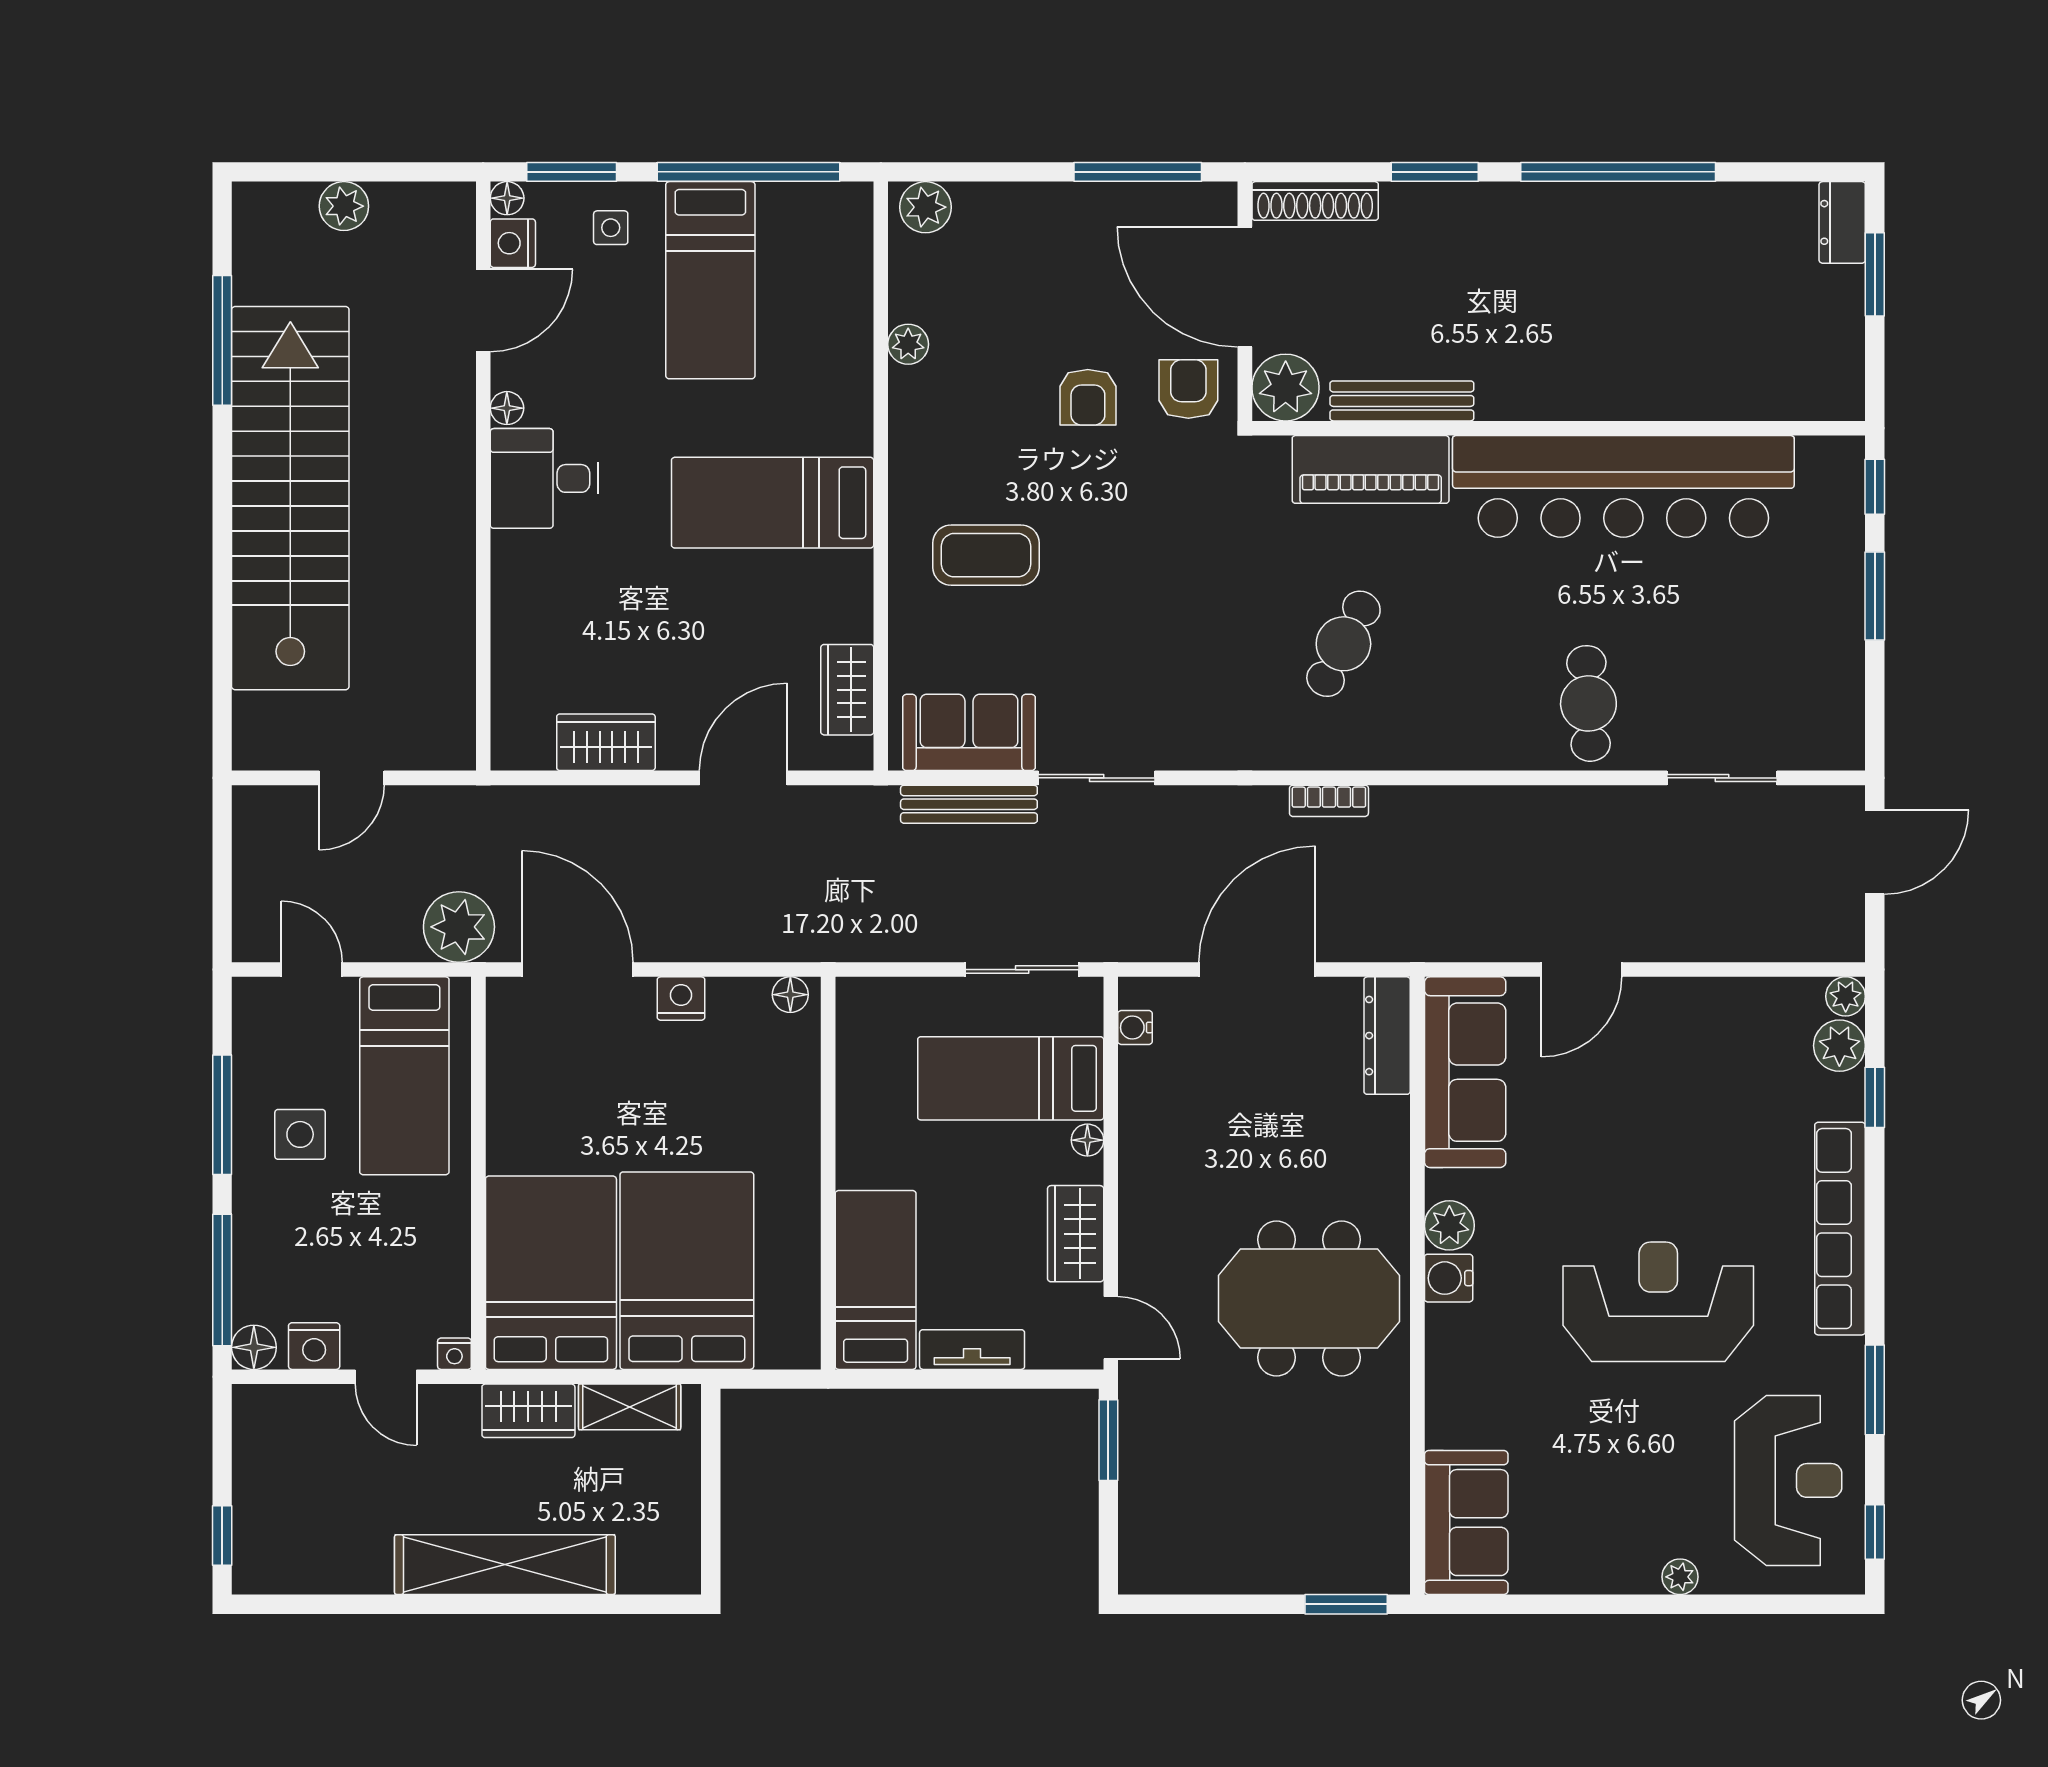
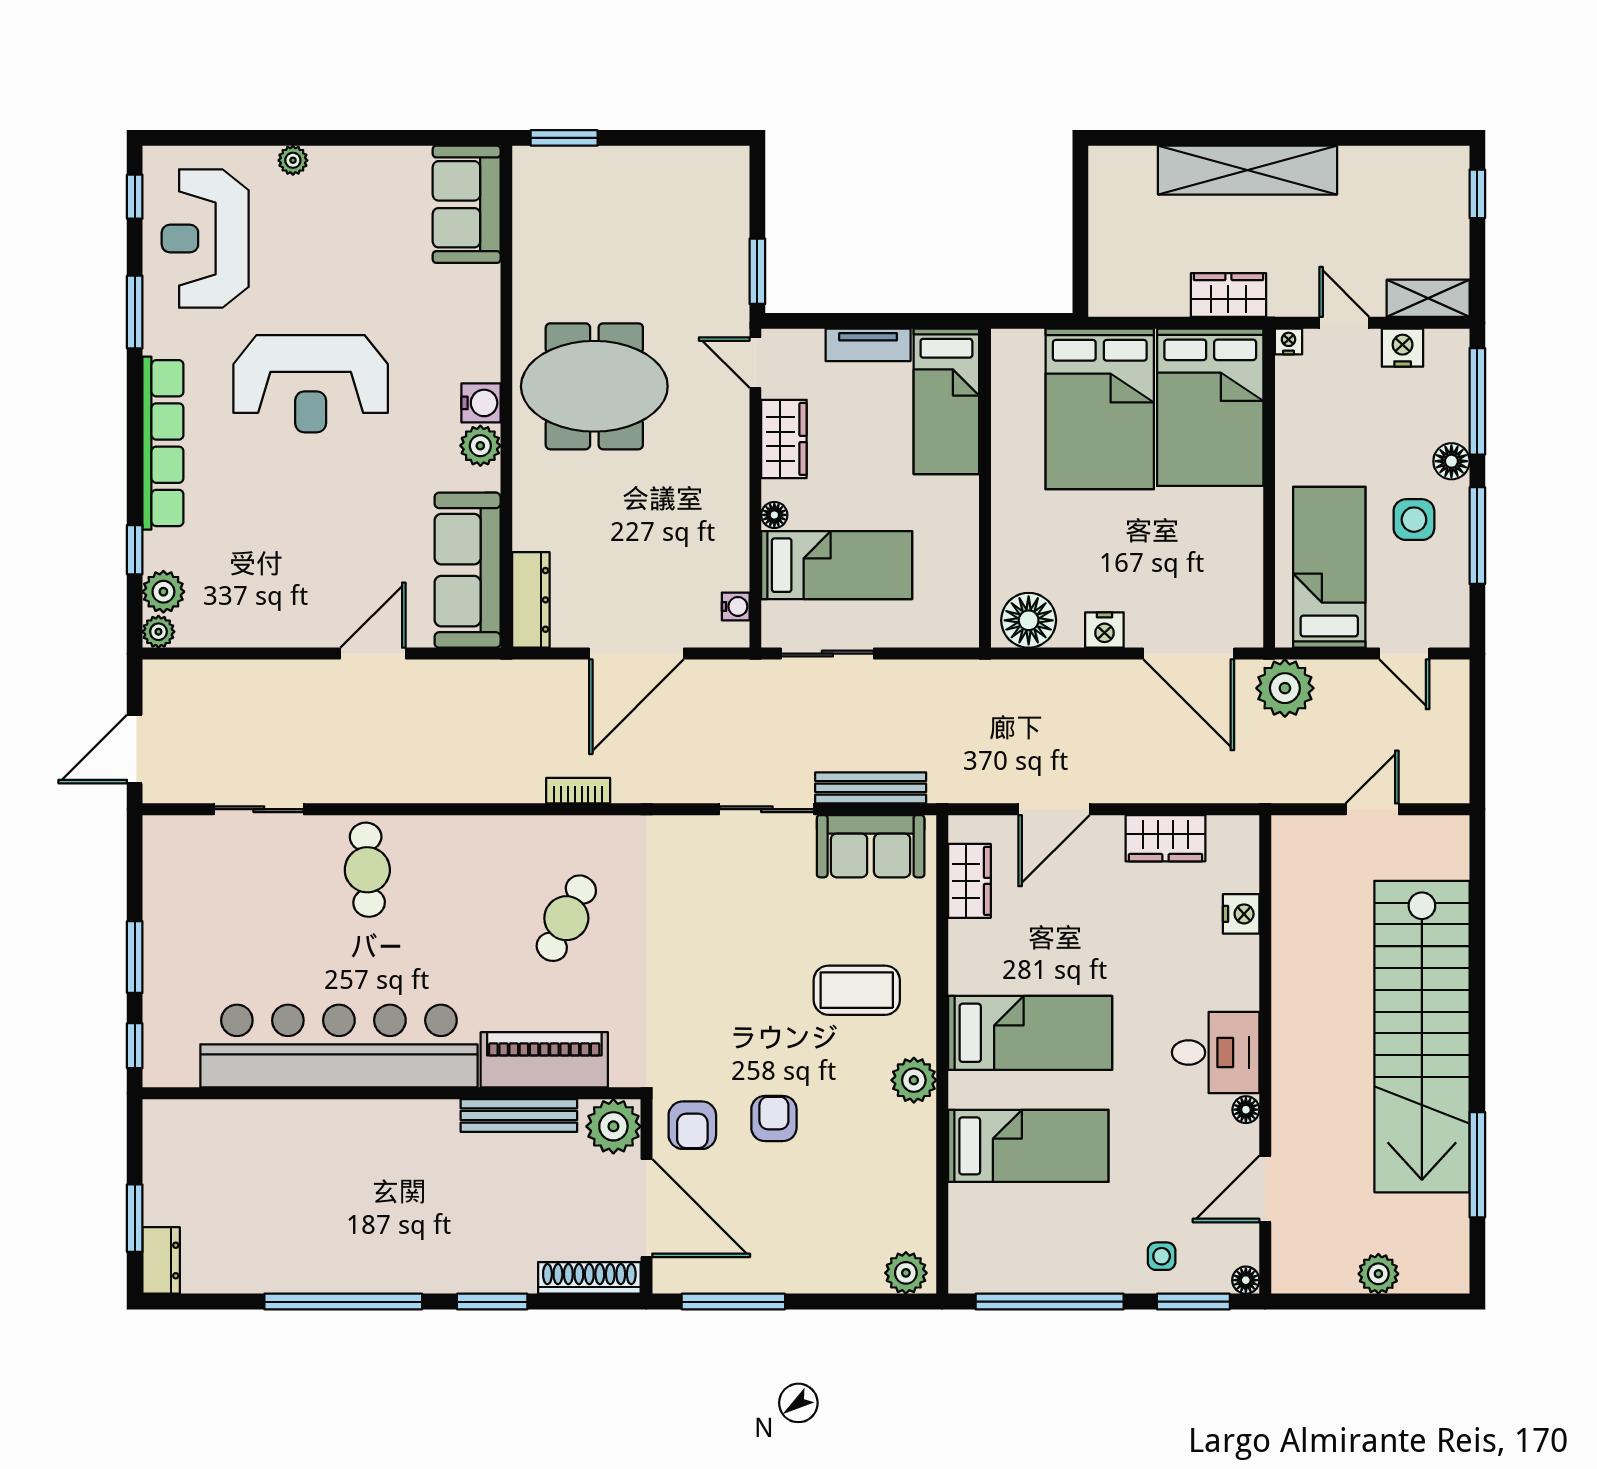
nightstand: (513, 243) -> (1241, 914), moved
bed: (710, 280) -> (1028, 1146), moved, turned 90
plant: (908, 344) -> (914, 1080), moved, width x1.38, depth x1.38
floor lamp: (790, 995) -> (1029, 620), width x1.89, depth x1.89
floor lamp: (254, 1347) -> (1451, 461), moved
shelving: (630, 1407) -> (1428, 298), moved

